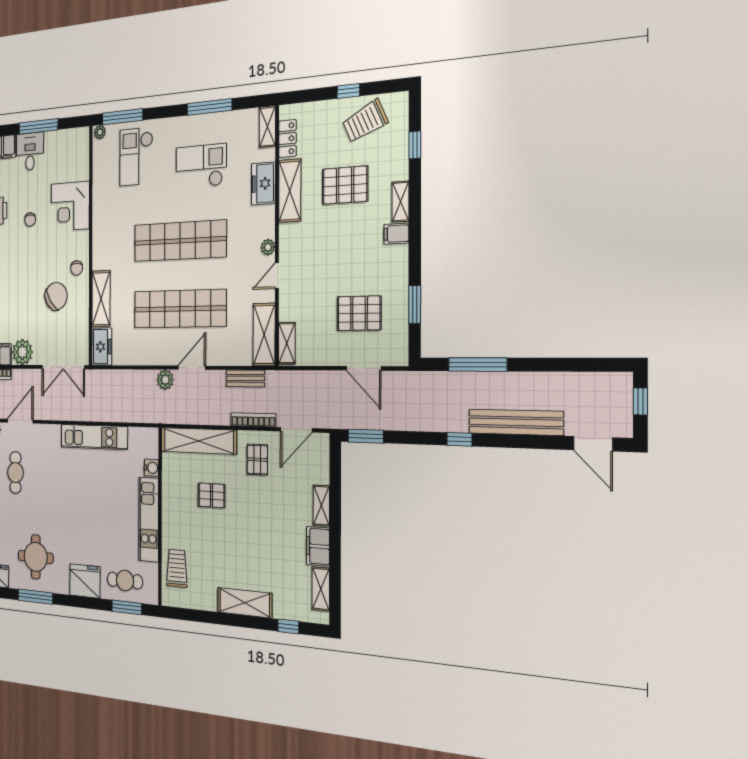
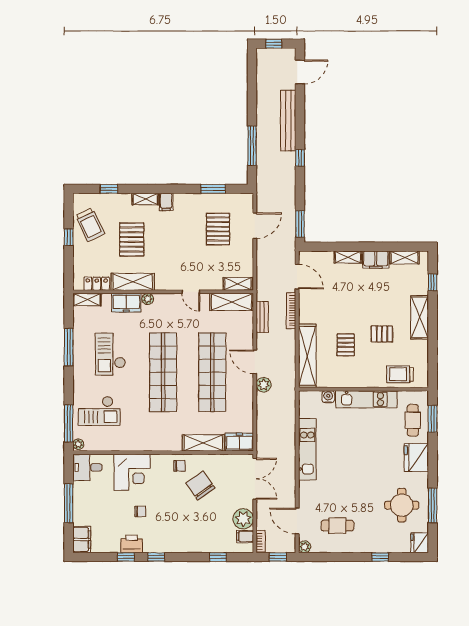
desk: (30, 151) -> (87, 467), moved
plant: (268, 247) -> (148, 299), moved
pallet: (257, 460) -> (382, 334), moved

